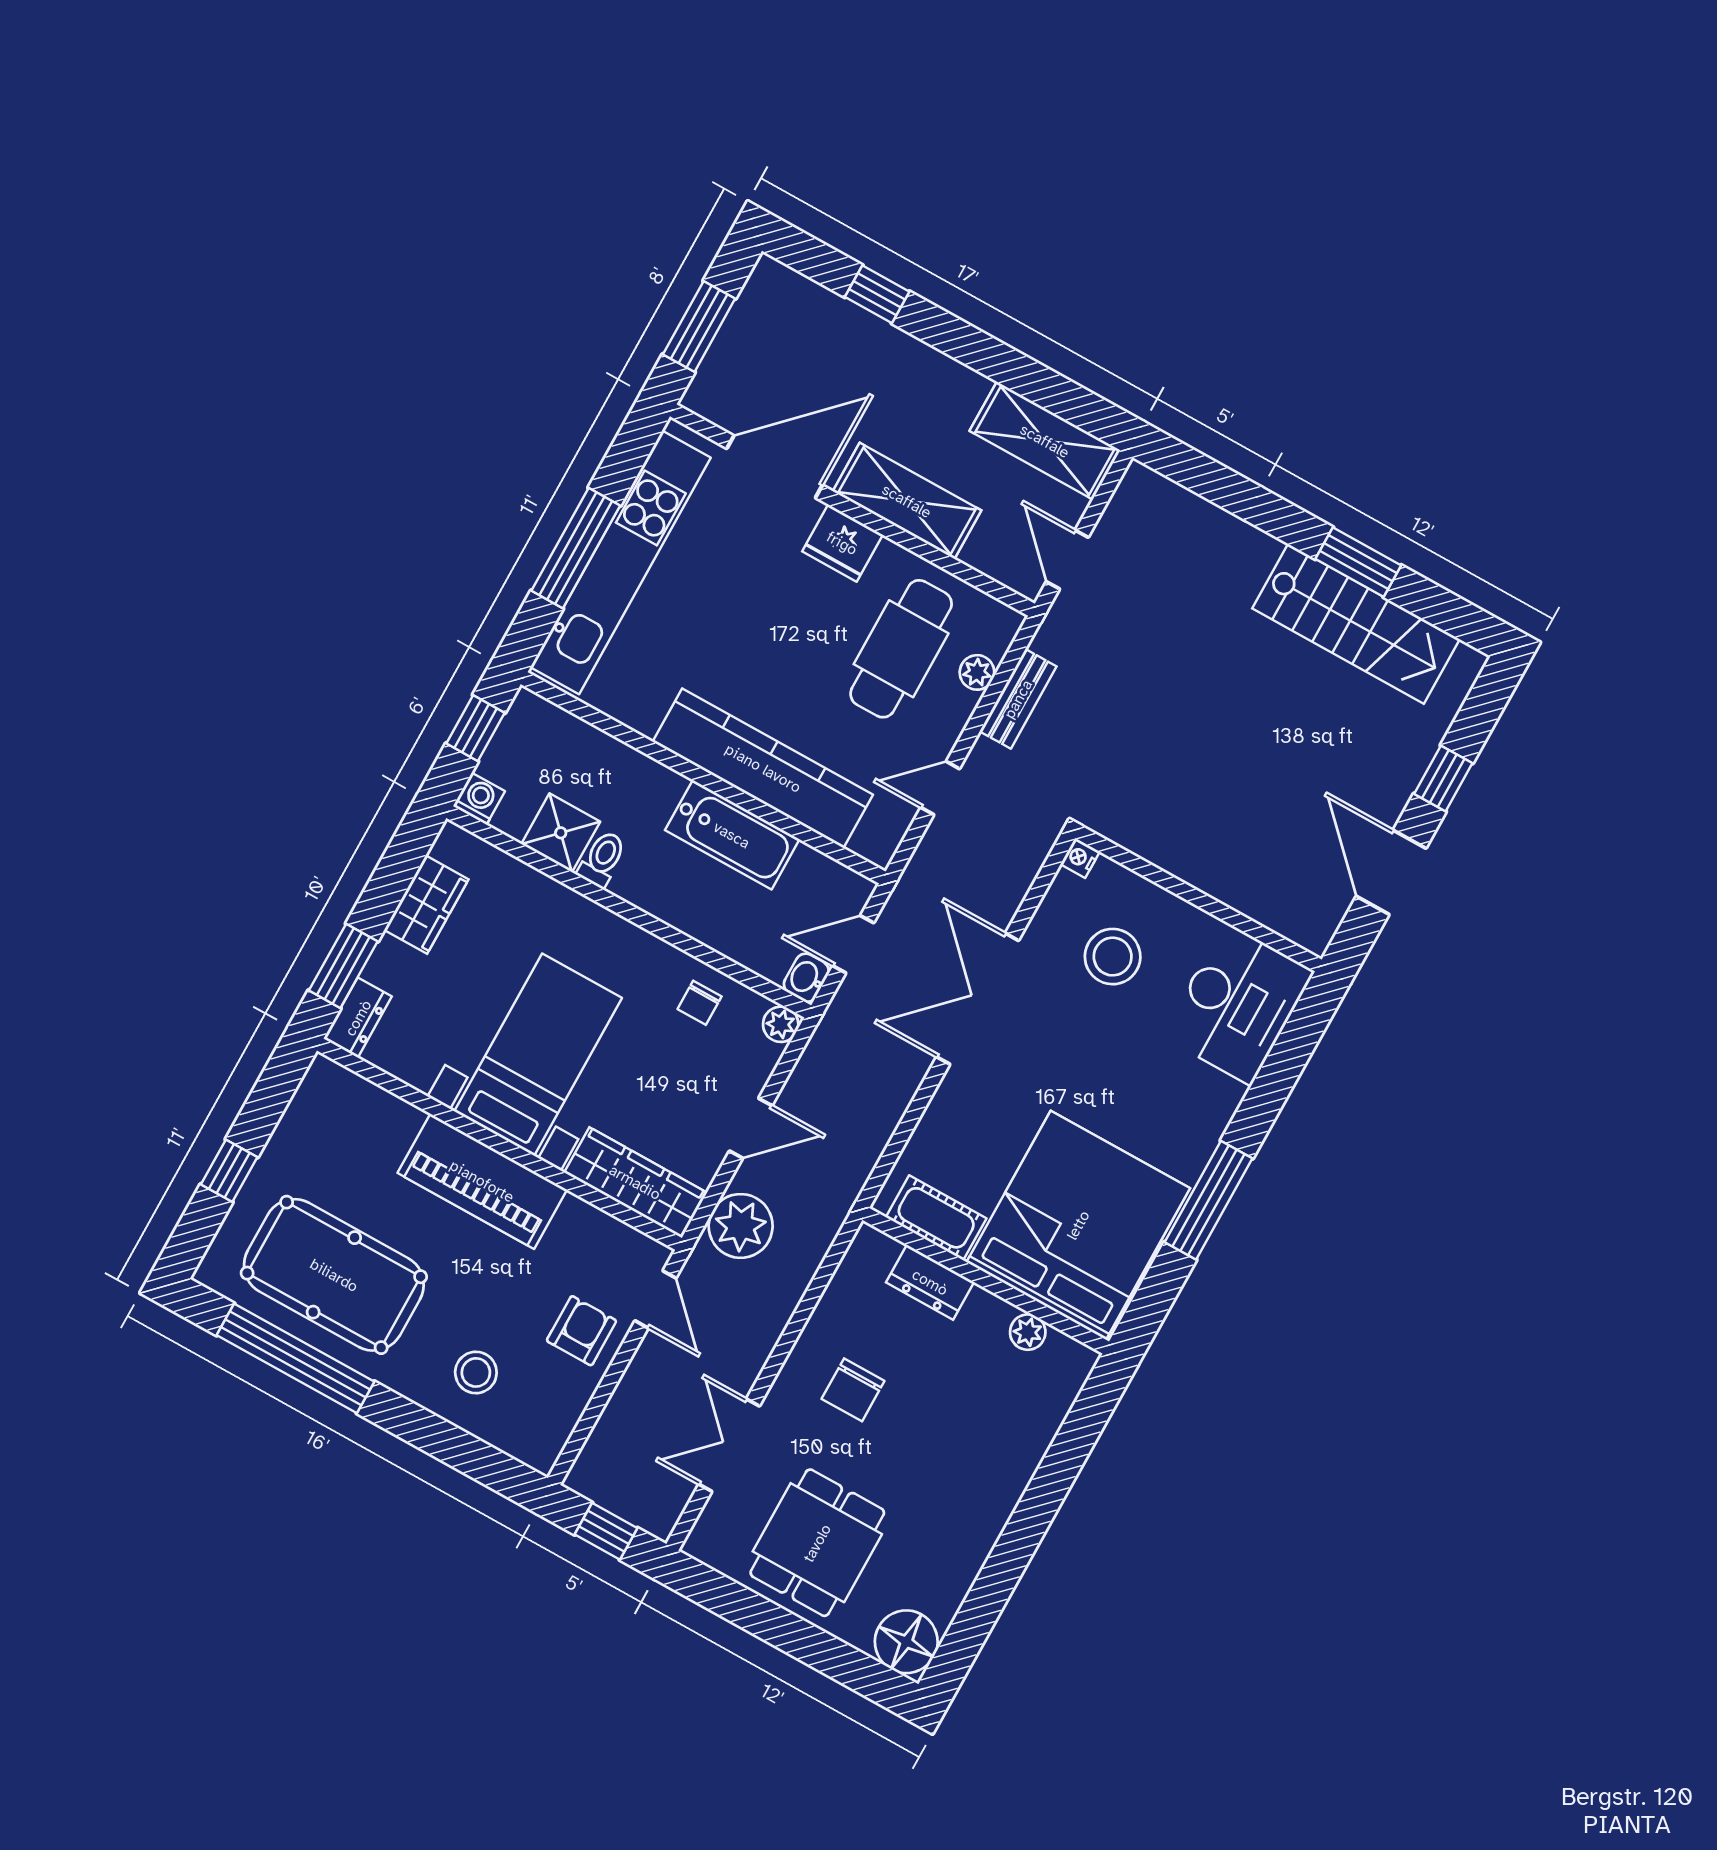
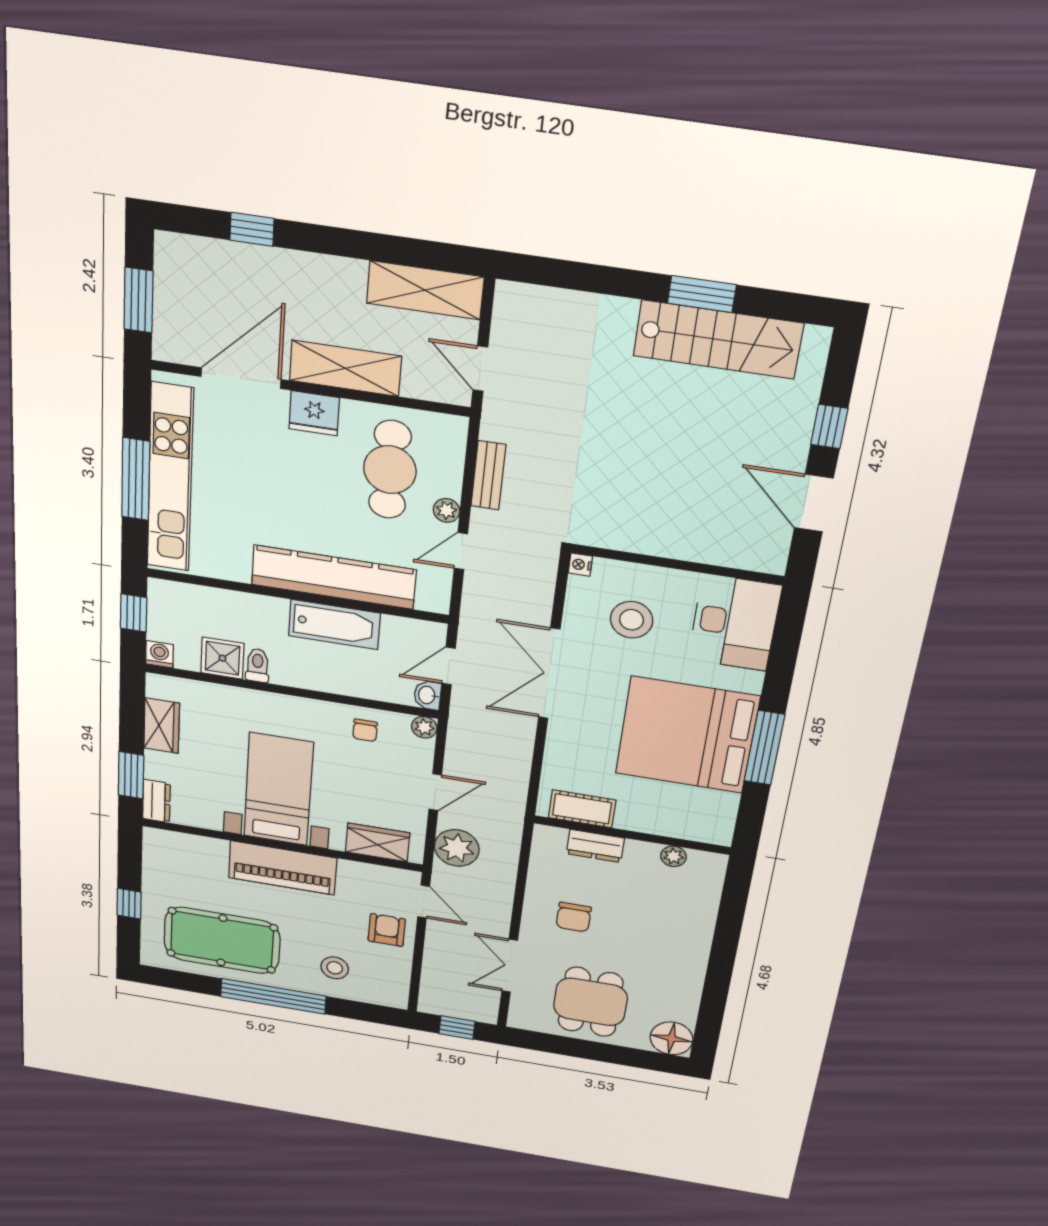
plant: (977, 672) -> (447, 510), moved
wardrobe: (635, 1182) -> (378, 842), width x0.67
bed: (1078, 1225) -> (687, 735), moved, turned -90
window: (296, 1358) -> (273, 996), moved

